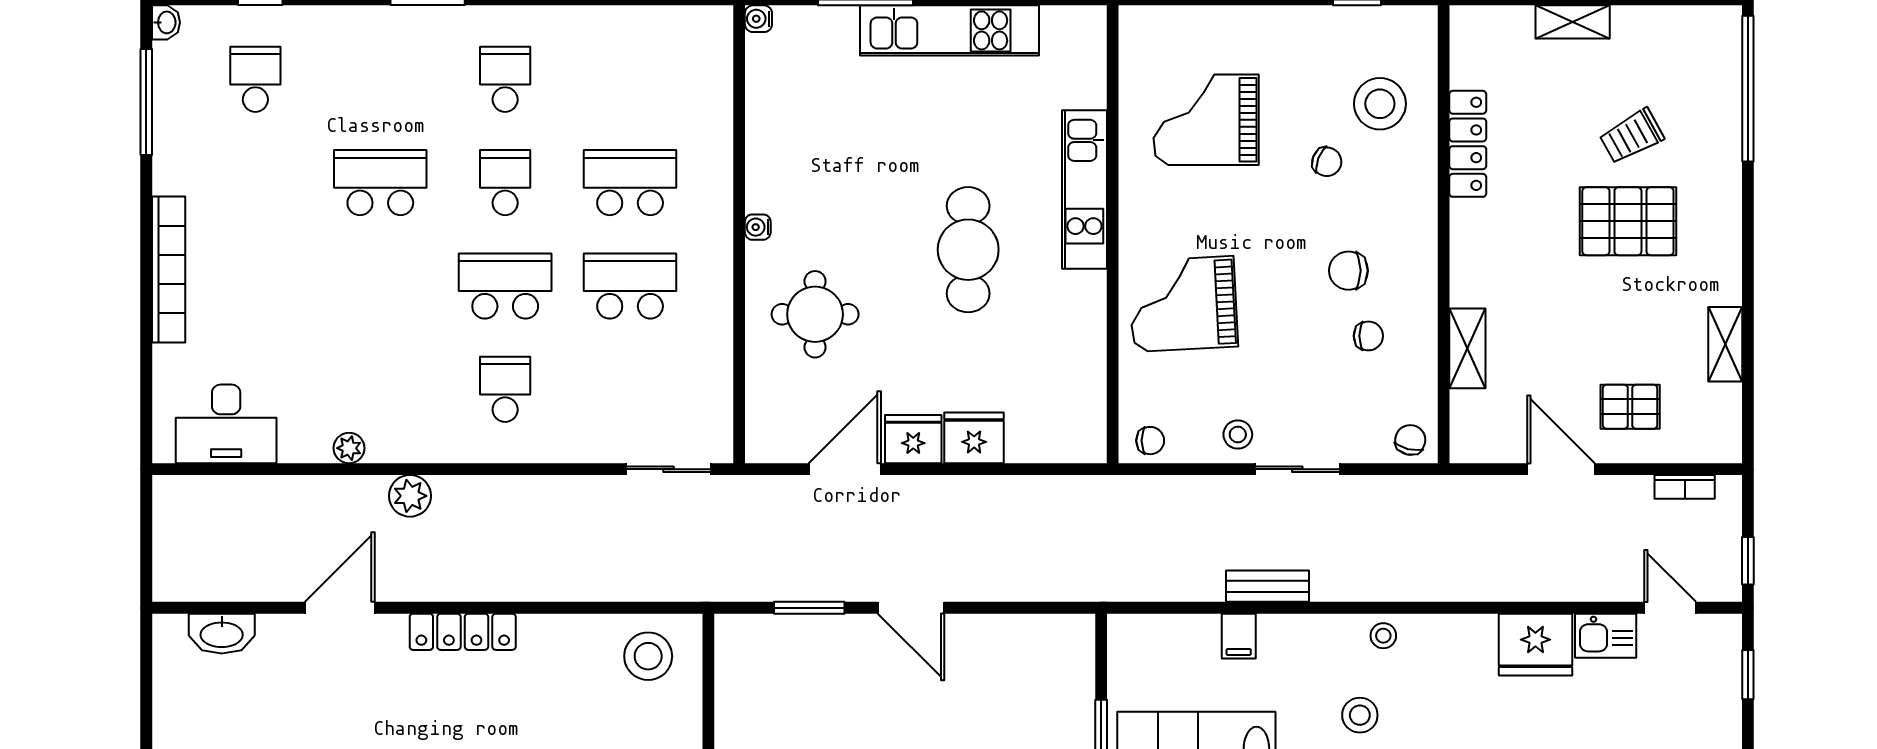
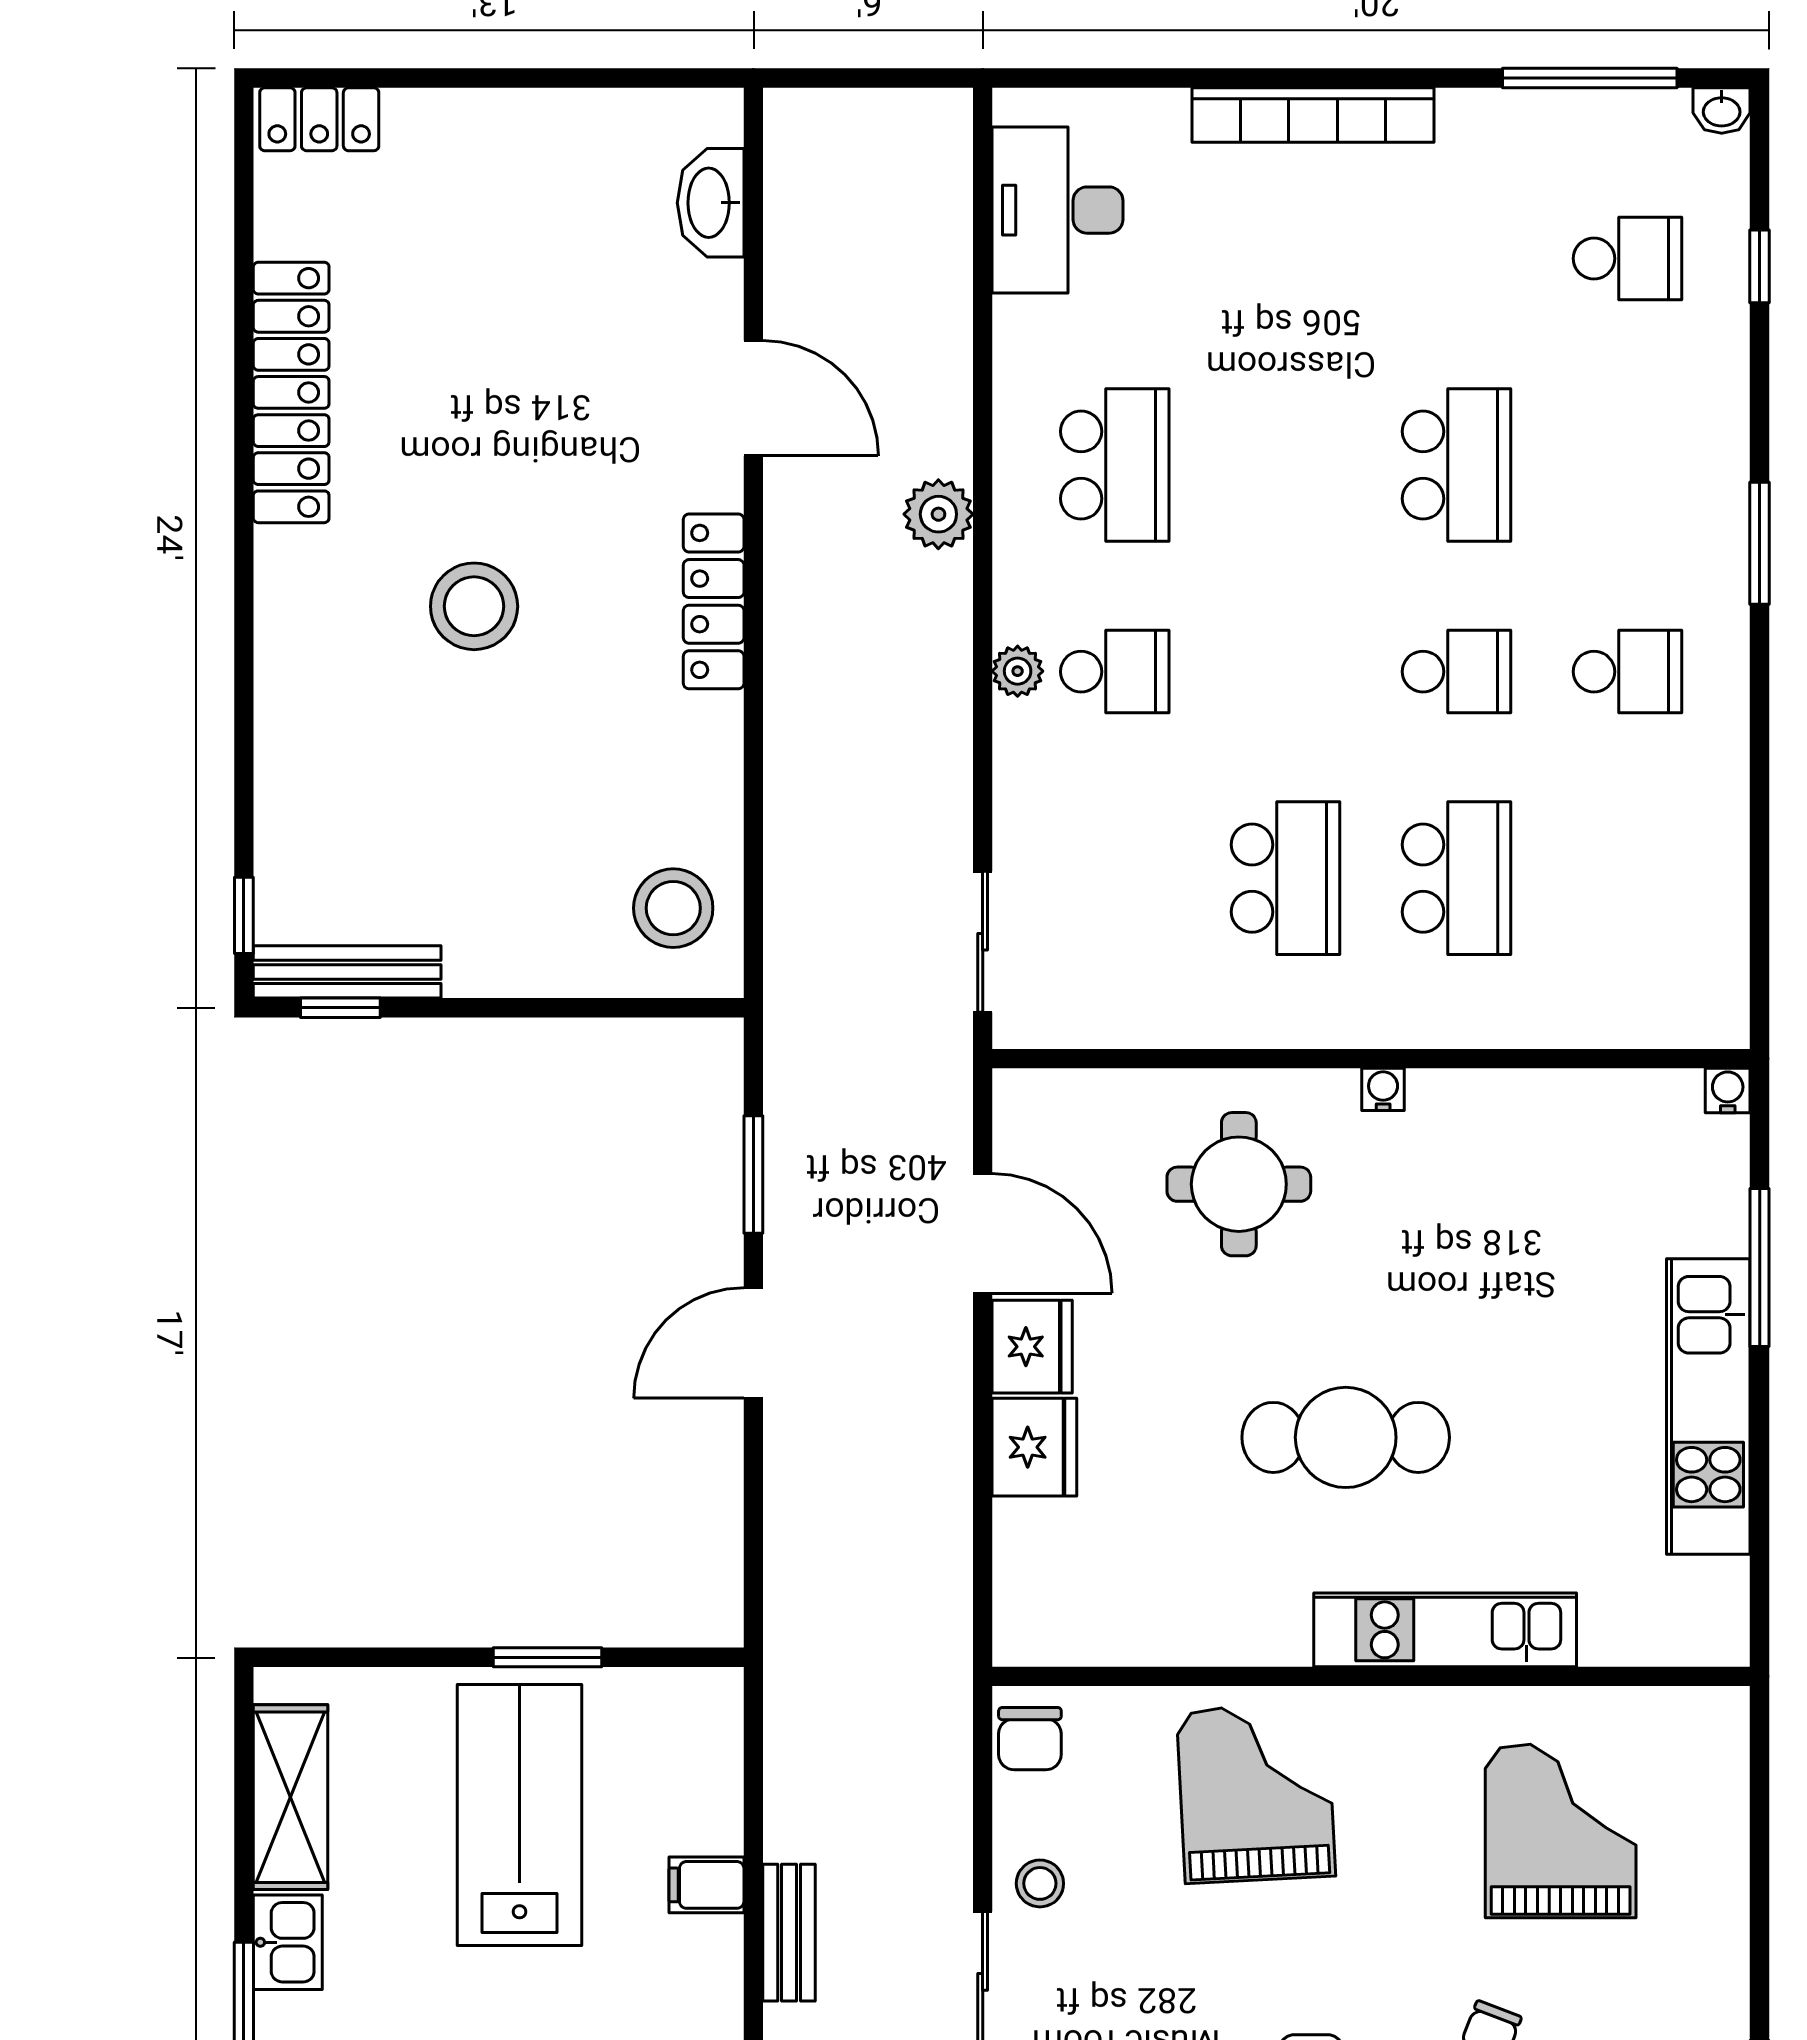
school desk: (505, 286) -> (1115, 465), moved
chair: (1150, 441) -> (1030, 1739), width x1.37, depth x1.37
plant: (349, 448) -> (1018, 671), moved

